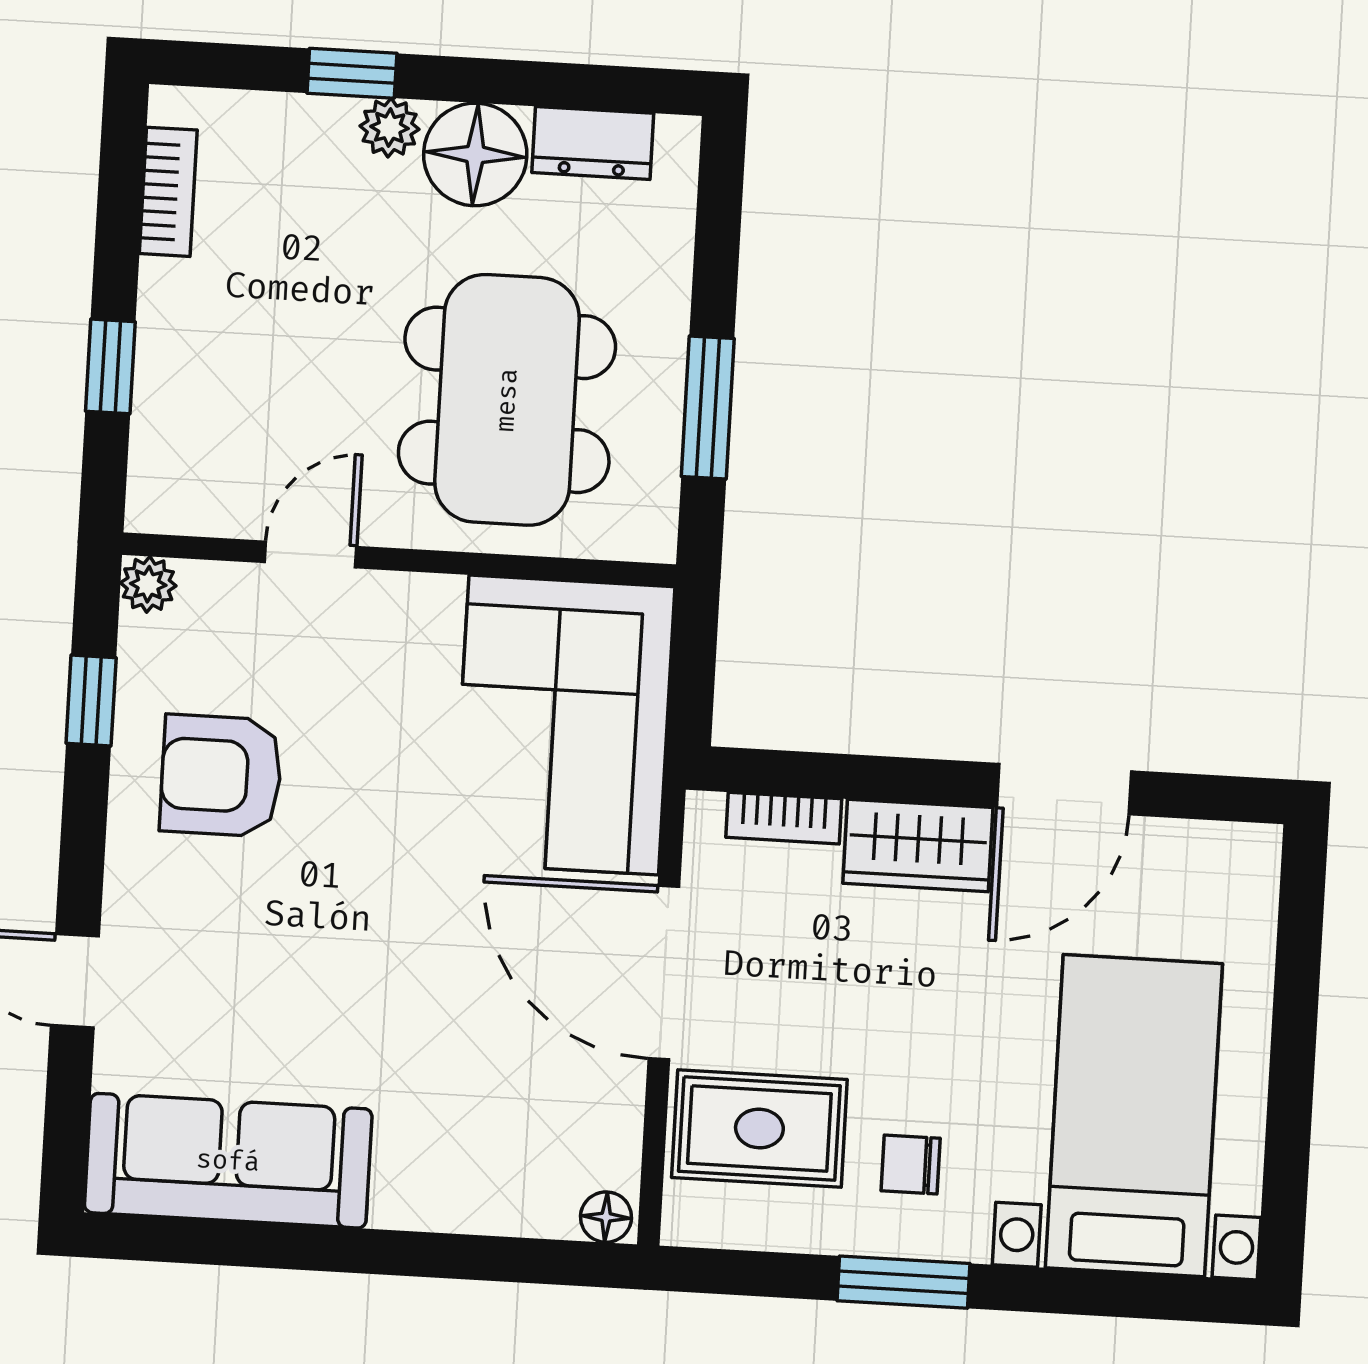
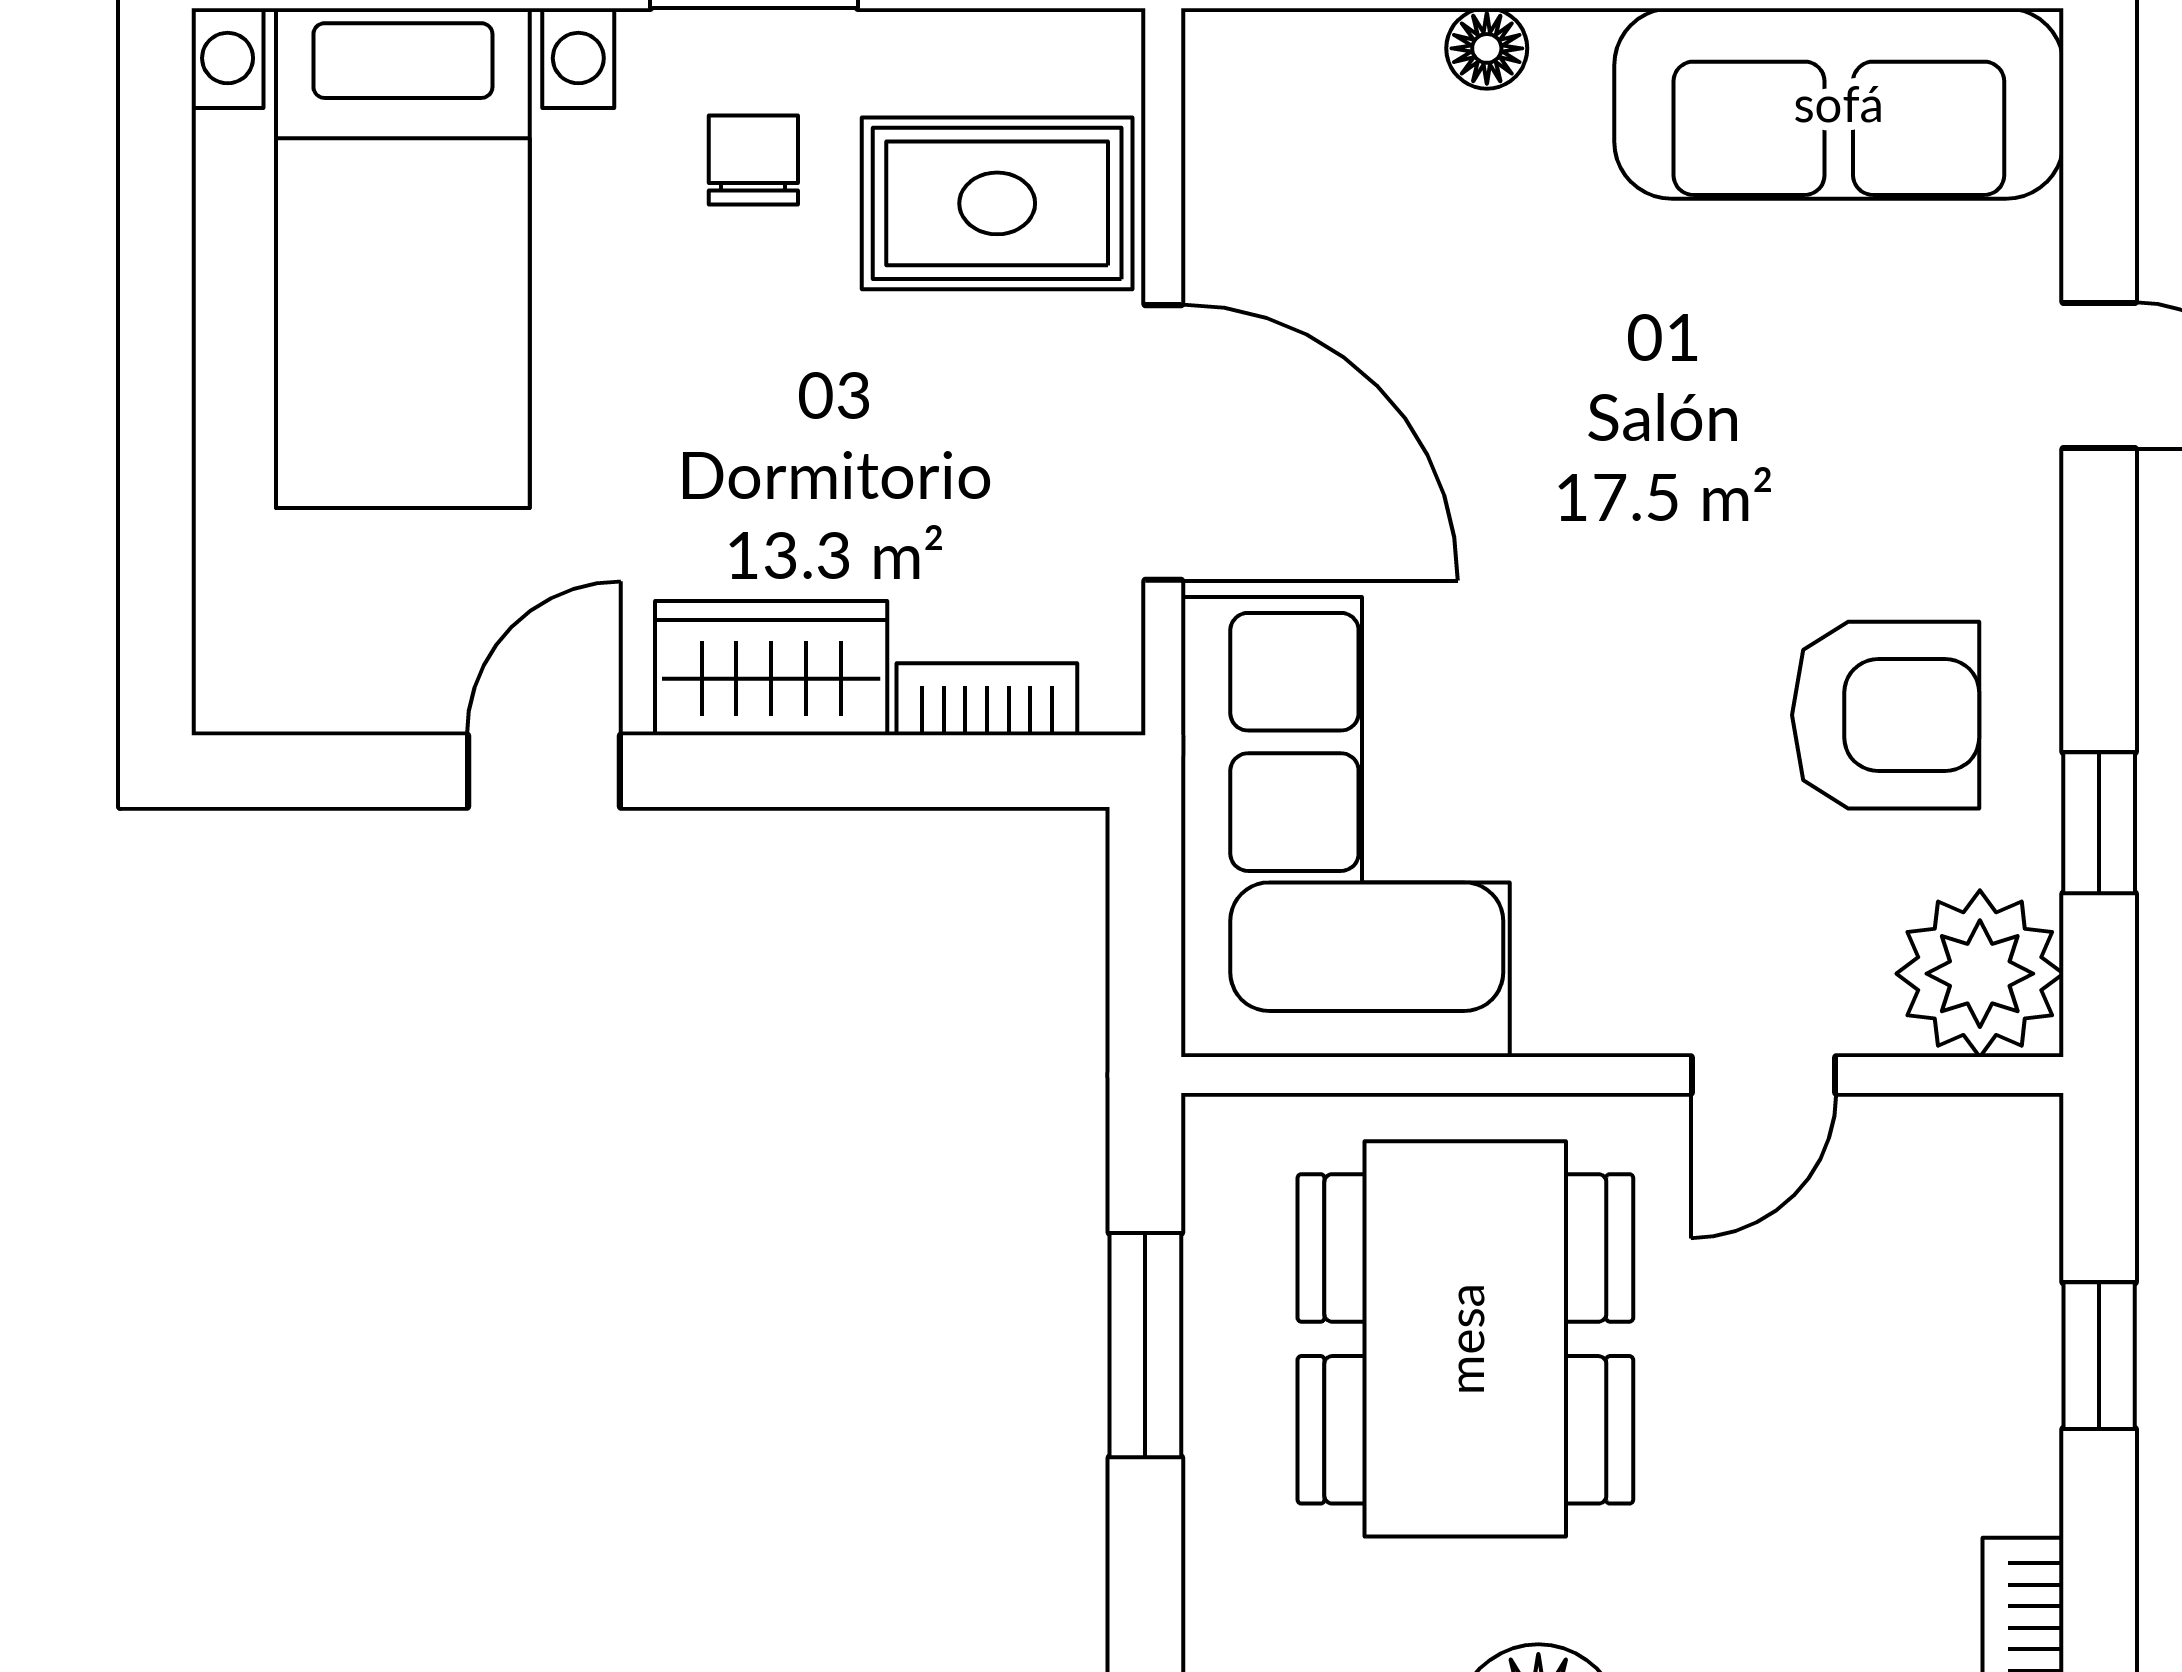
plant: (148, 584) -> (1980, 974), width x1.88, depth x1.88
door: (1064, 789) -> (544, 771), width x0.73
chair: (911, 1164) -> (753, 160), turned -90
floor lamp: (606, 1217) -> (1487, 48), moved

